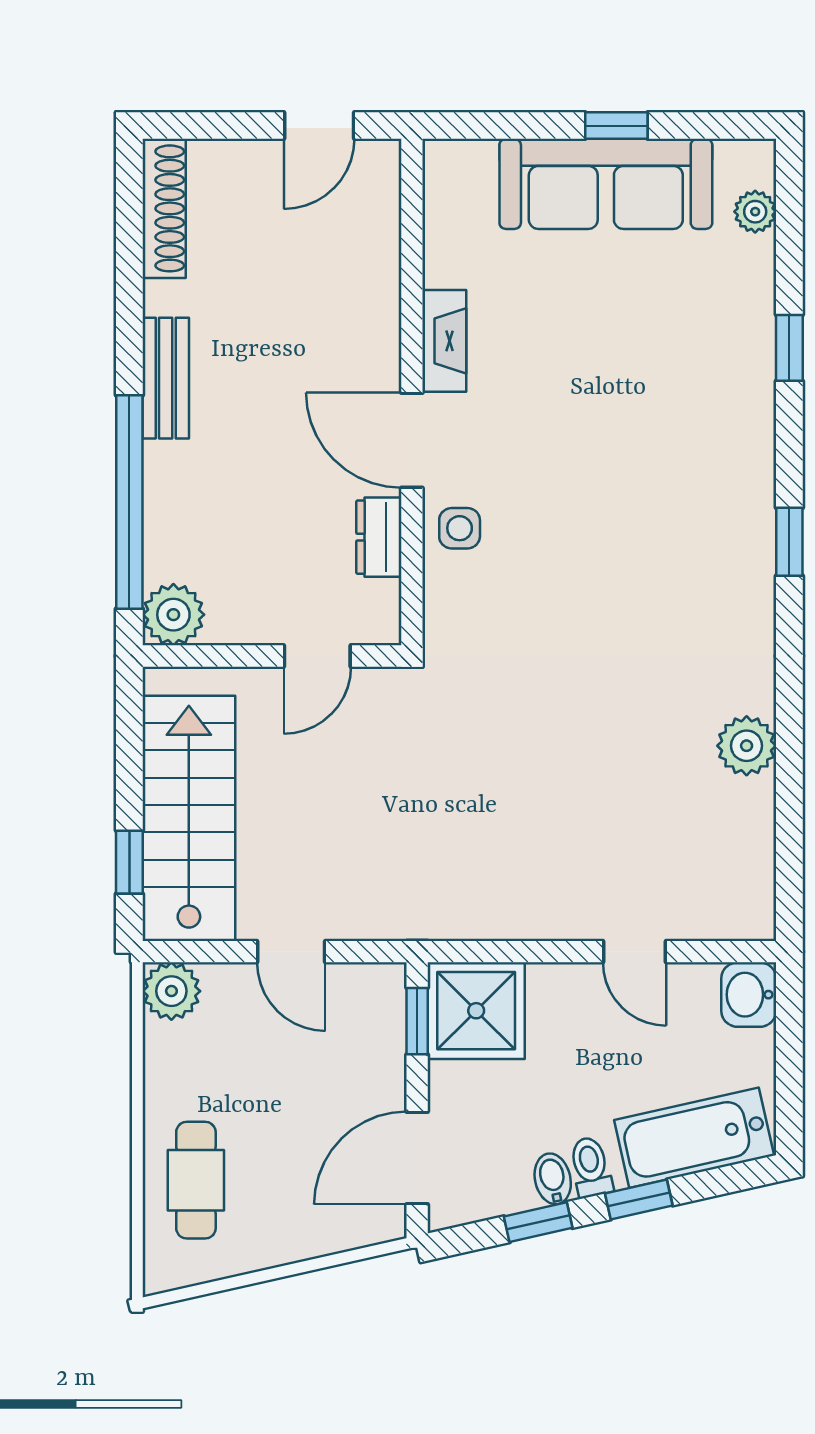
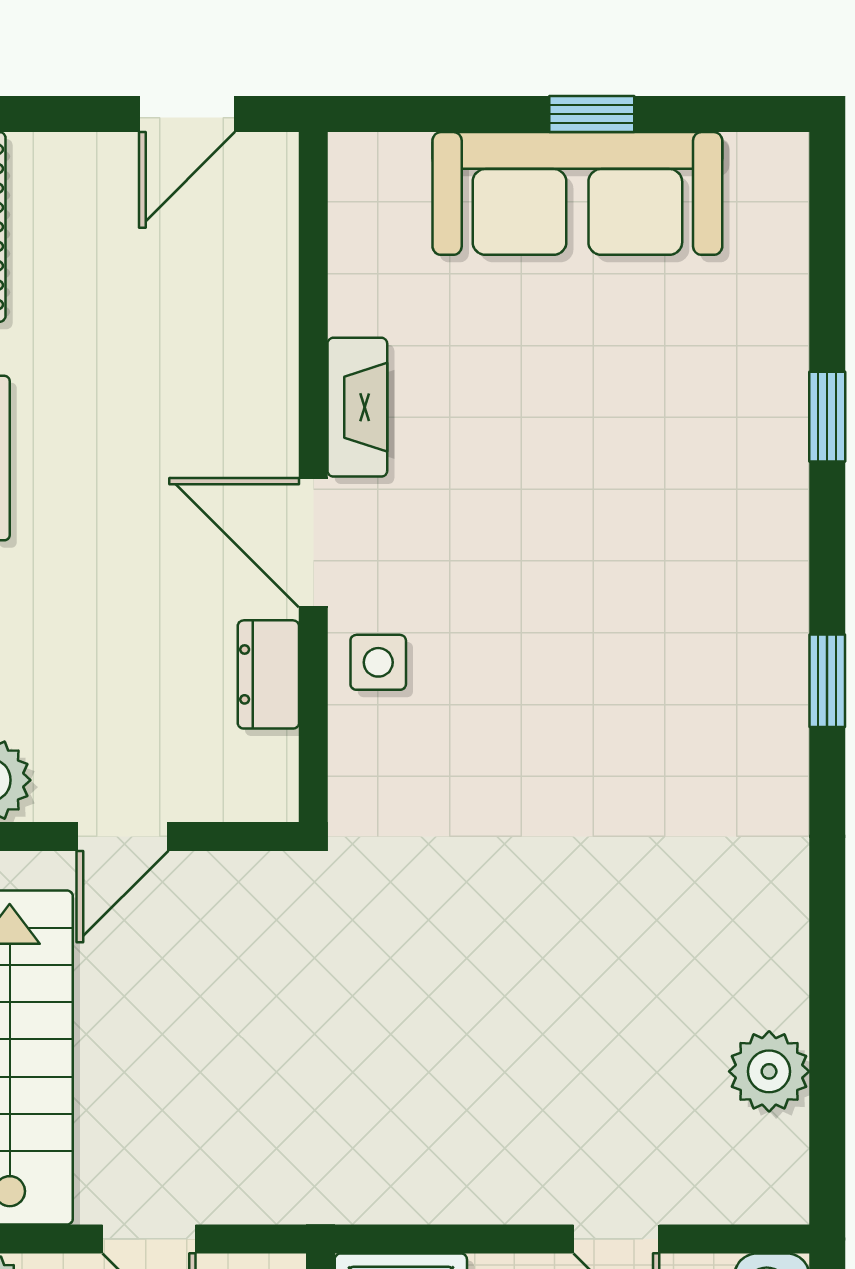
plant: (755, 212) -> (781, 231), removed
door: (317, 656) -> (122, 836), moved
plant: (747, 746) -> (769, 1071), moved

